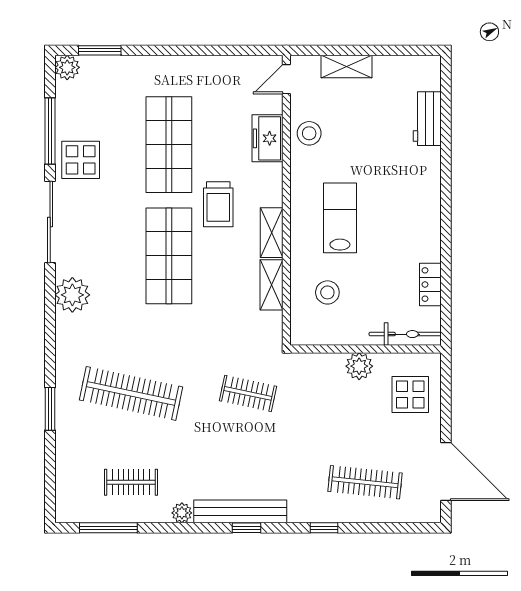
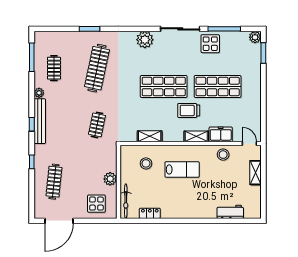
shelving: (272, 233) -> (196, 136), moved

